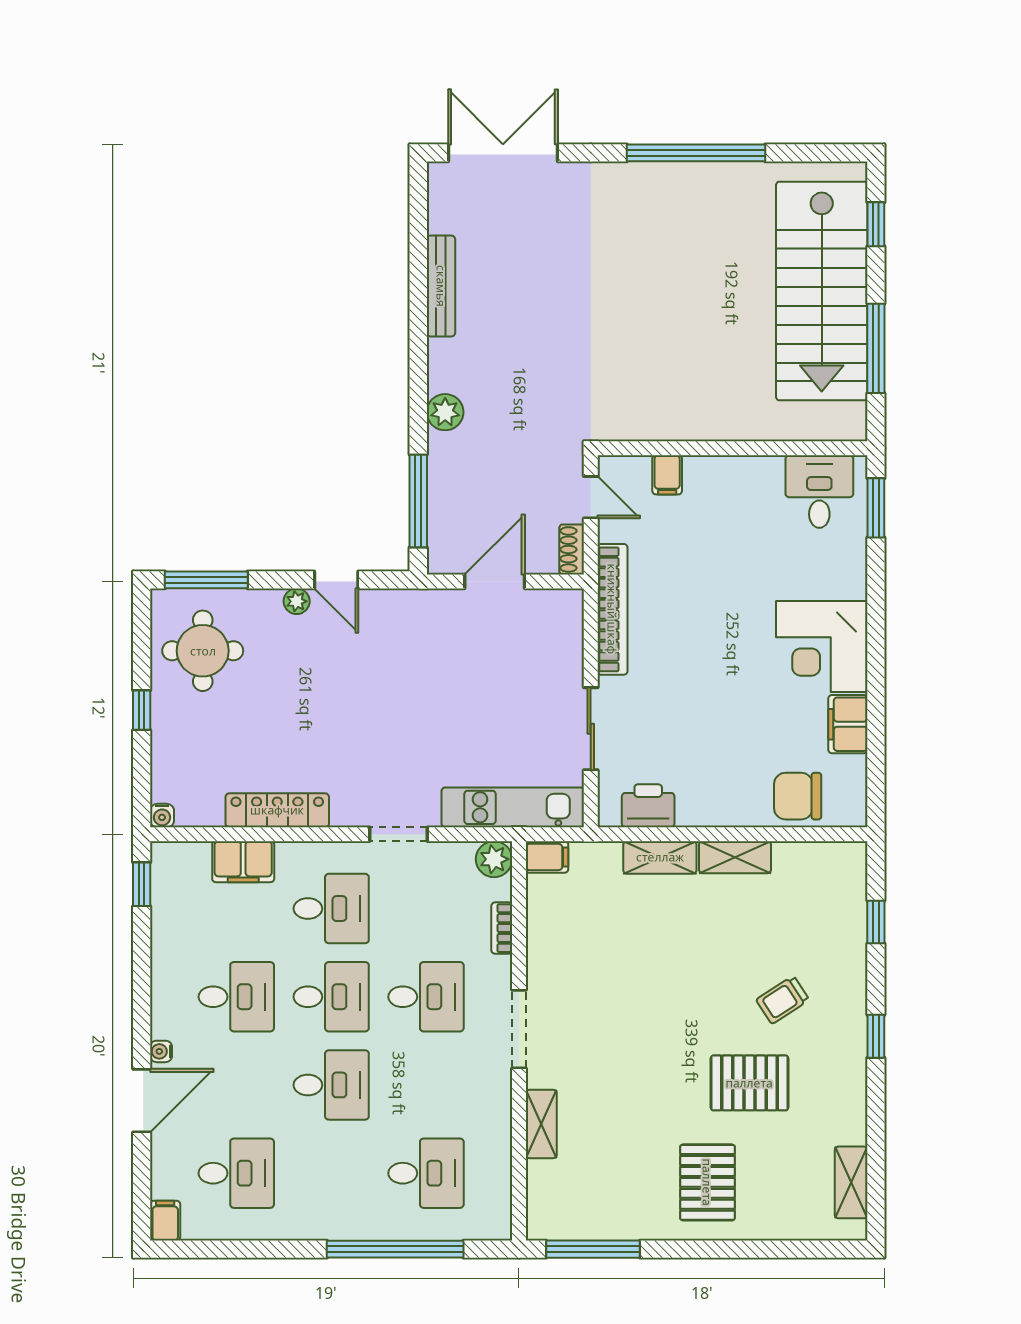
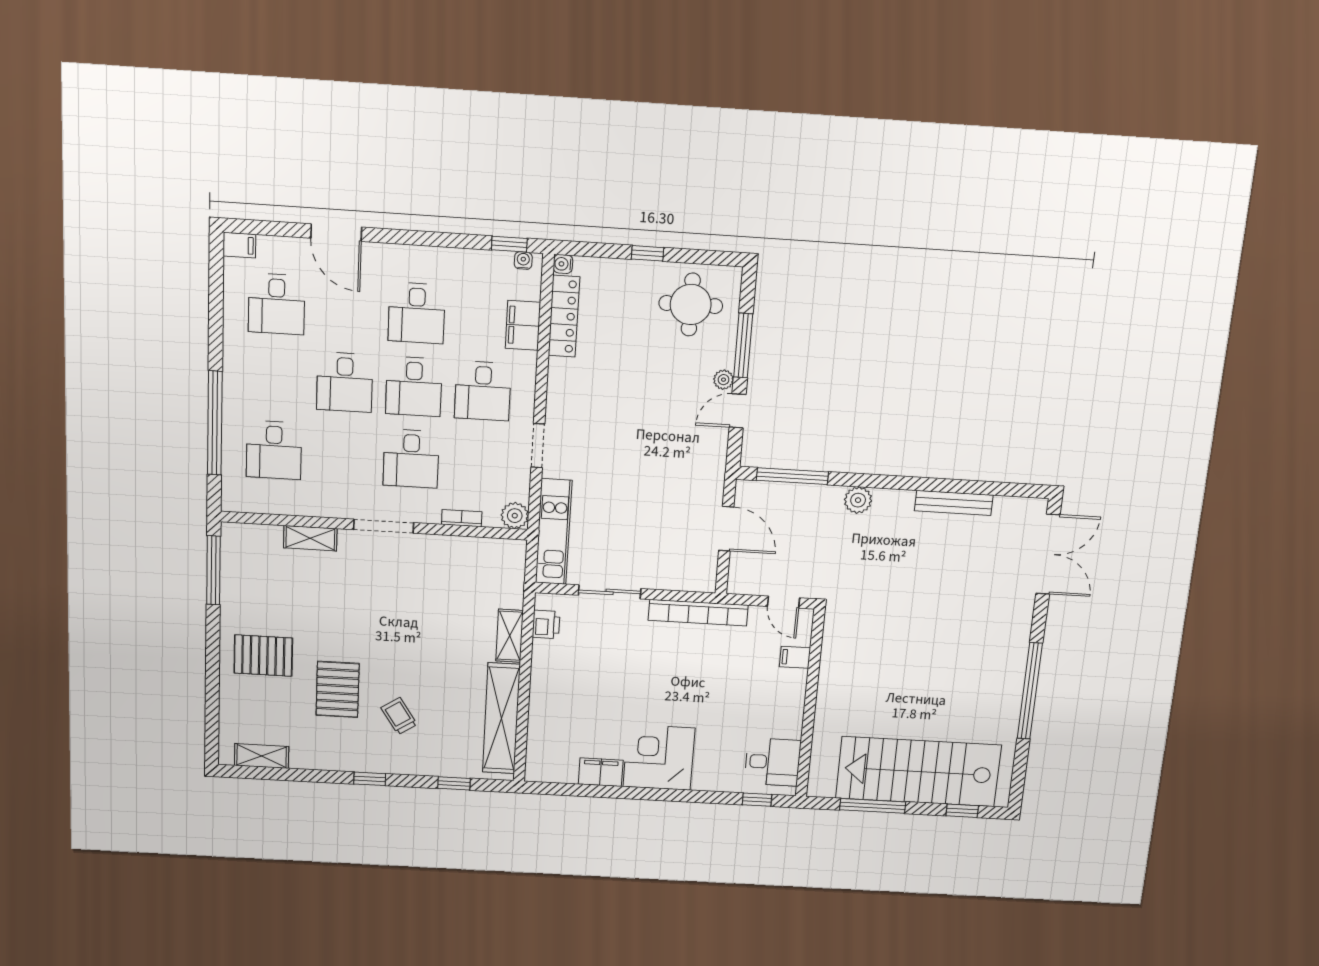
door: (591, 497) -> (783, 602), hinge flipped
window: (876, 508) -> (757, 800), width x0.67
shoe rack: (572, 549) -> (746, 586), removed
window: (206, 580) -> (743, 345), moved
chair: (798, 796) -> (550, 735), removed
printer: (648, 806) -> (546, 624), width x0.73, depth x0.81
locker: (277, 810) -> (564, 316), moved
filing cabinet: (547, 857) -> (514, 555), removed
shelving: (735, 857) -> (501, 719), width x2.20, depth x1.33
water cooler: (161, 1051) -> (523, 261), moved

